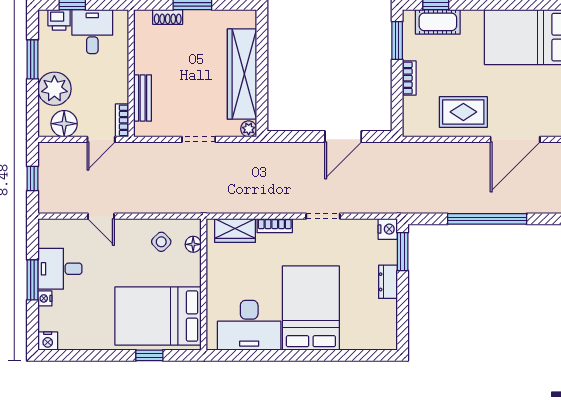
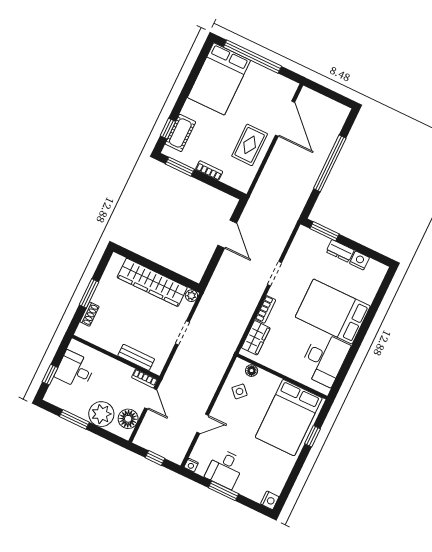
printer: (59, 20) -> (56, 389), removed
nightstand: (388, 229) -> (359, 260), moved
nightstand: (45, 298) -> (191, 465), moved

